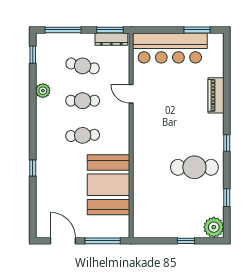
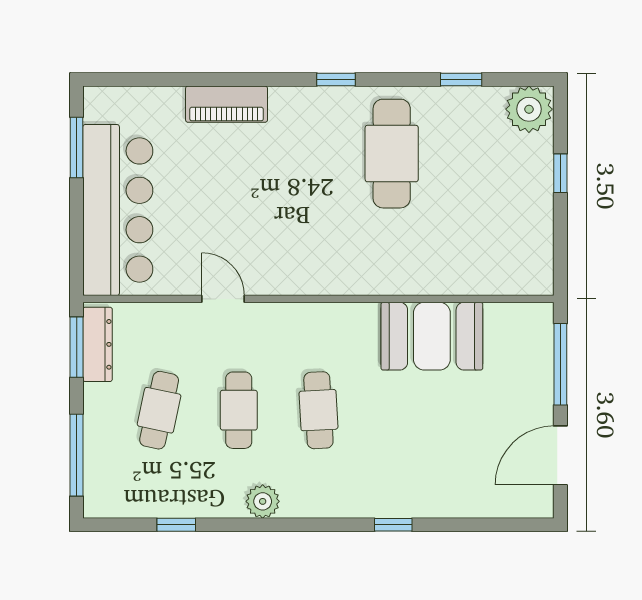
window: (33, 55) -> (176, 525), moved
plant: (43, 91) -> (263, 501), moved
door: (131, 94) -> (223, 299), swing flipped
booth: (109, 185) -> (432, 336), width x0.73, depth x0.70

